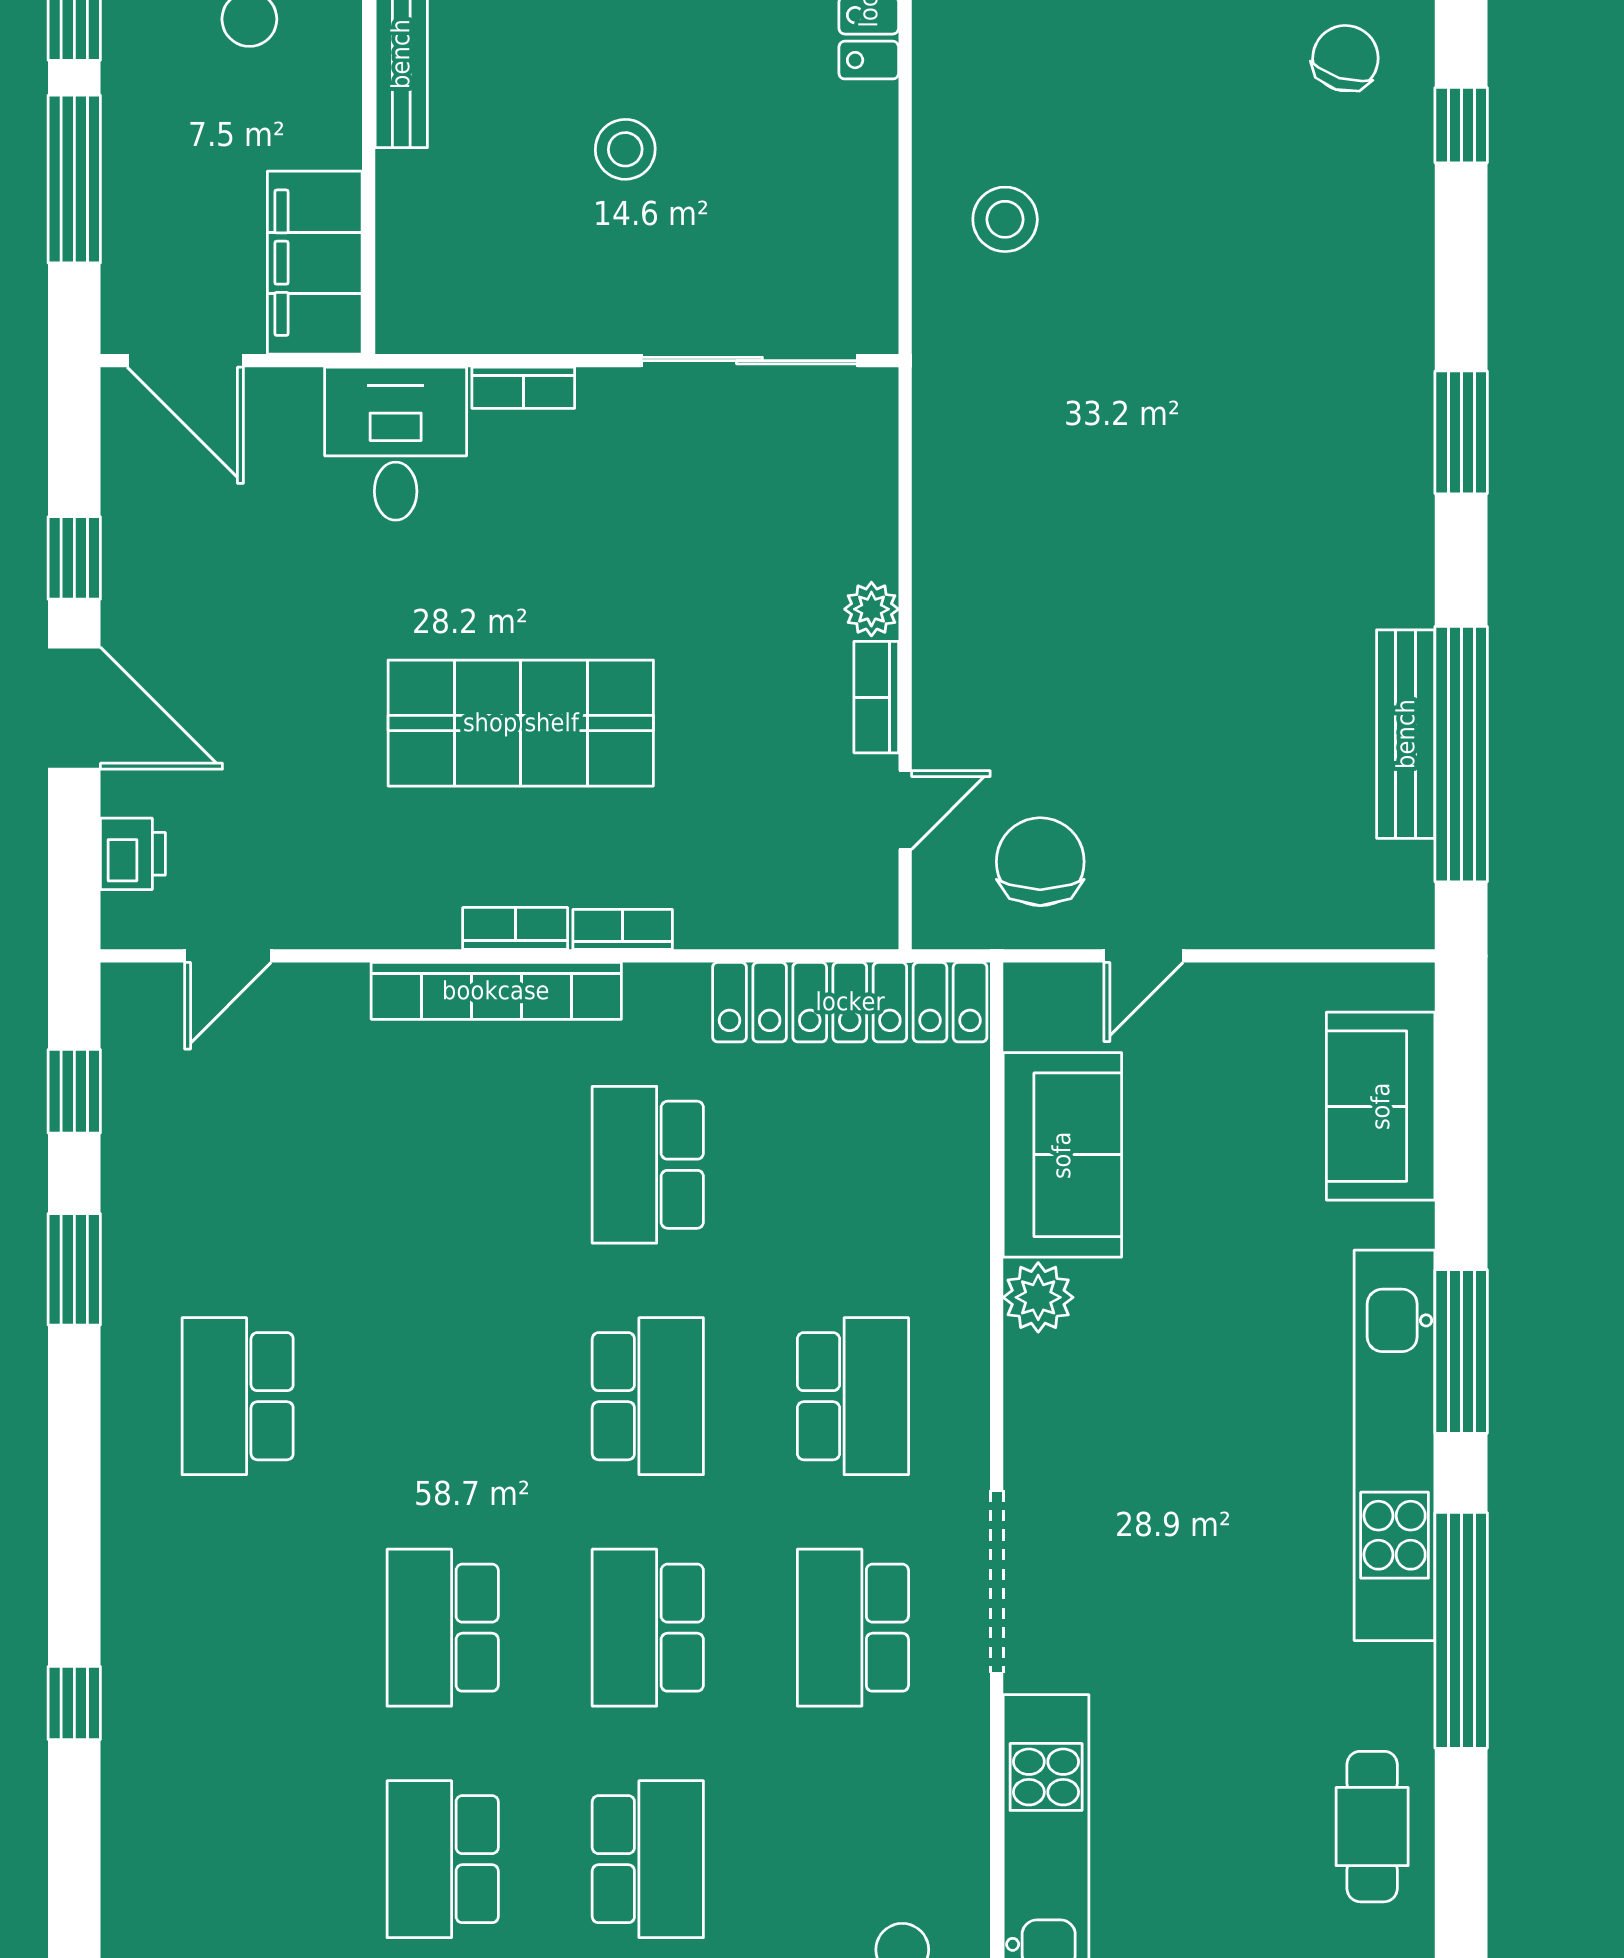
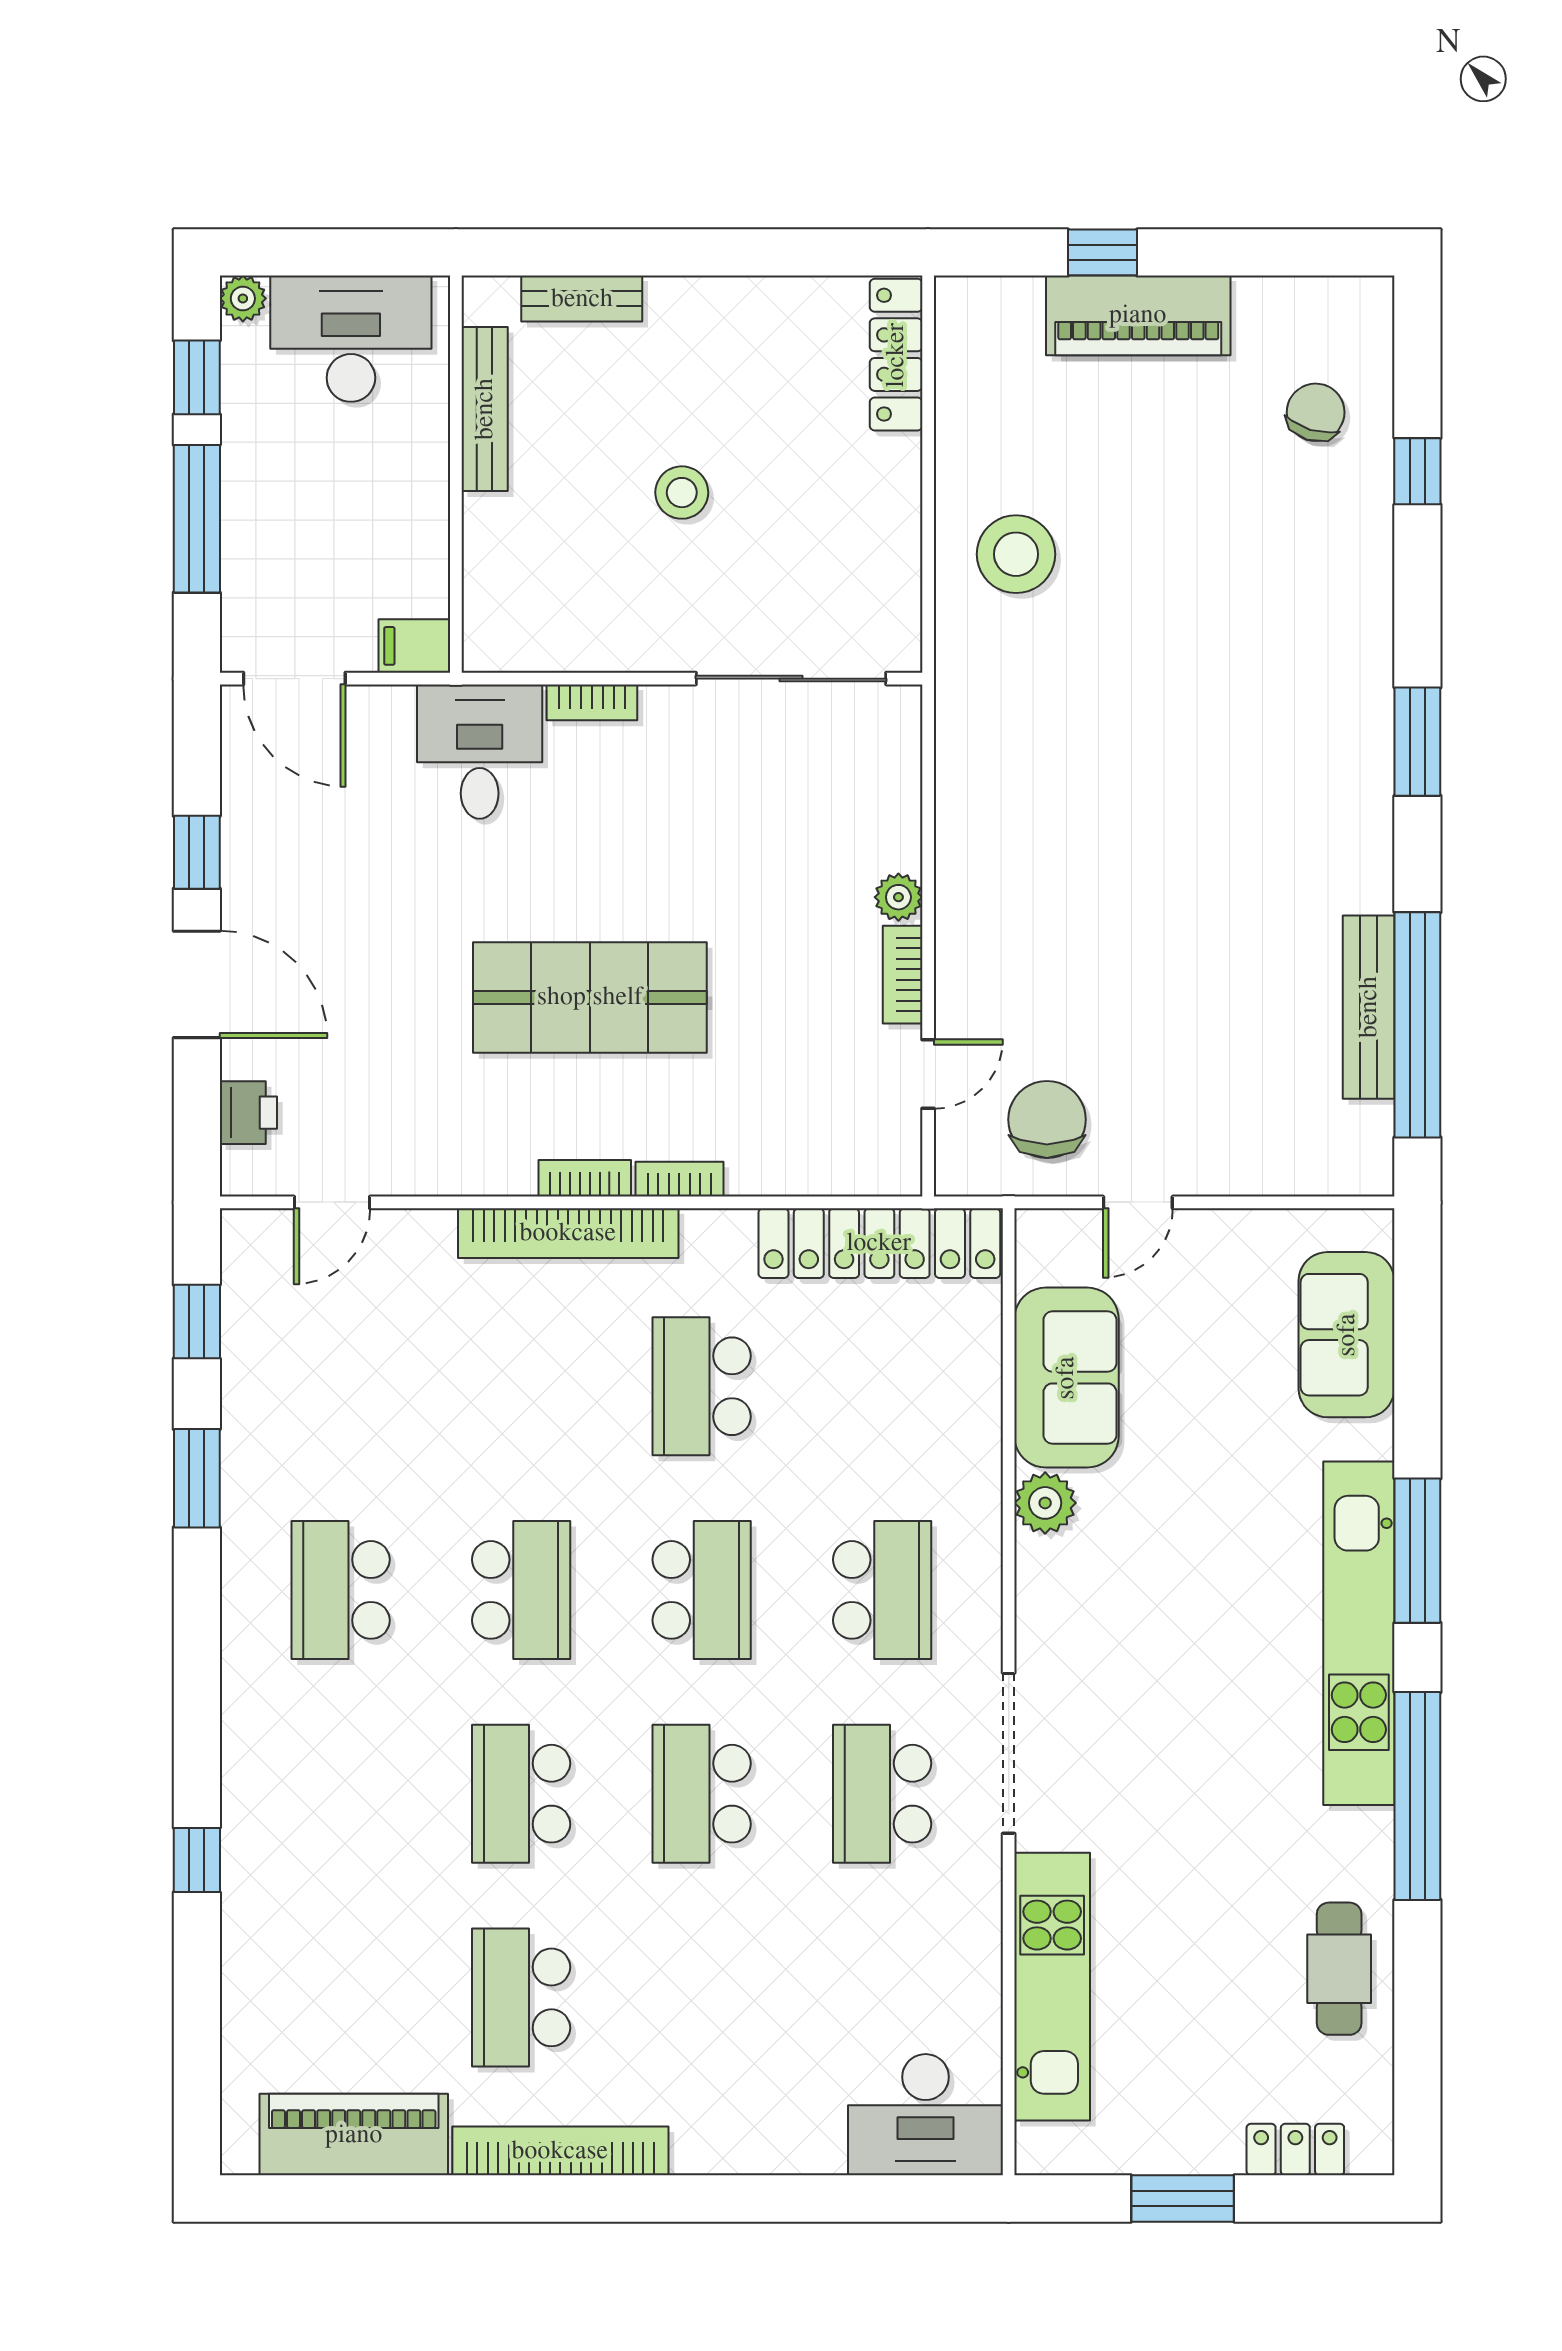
stool: (1005, 219) -> (1016, 554), width x1.38, depth x1.38
filing cabinet: (315, 263) -> (414, 646), width x0.33, depth x0.86
school desk: (648, 1859) -> (521, 1590), moved

